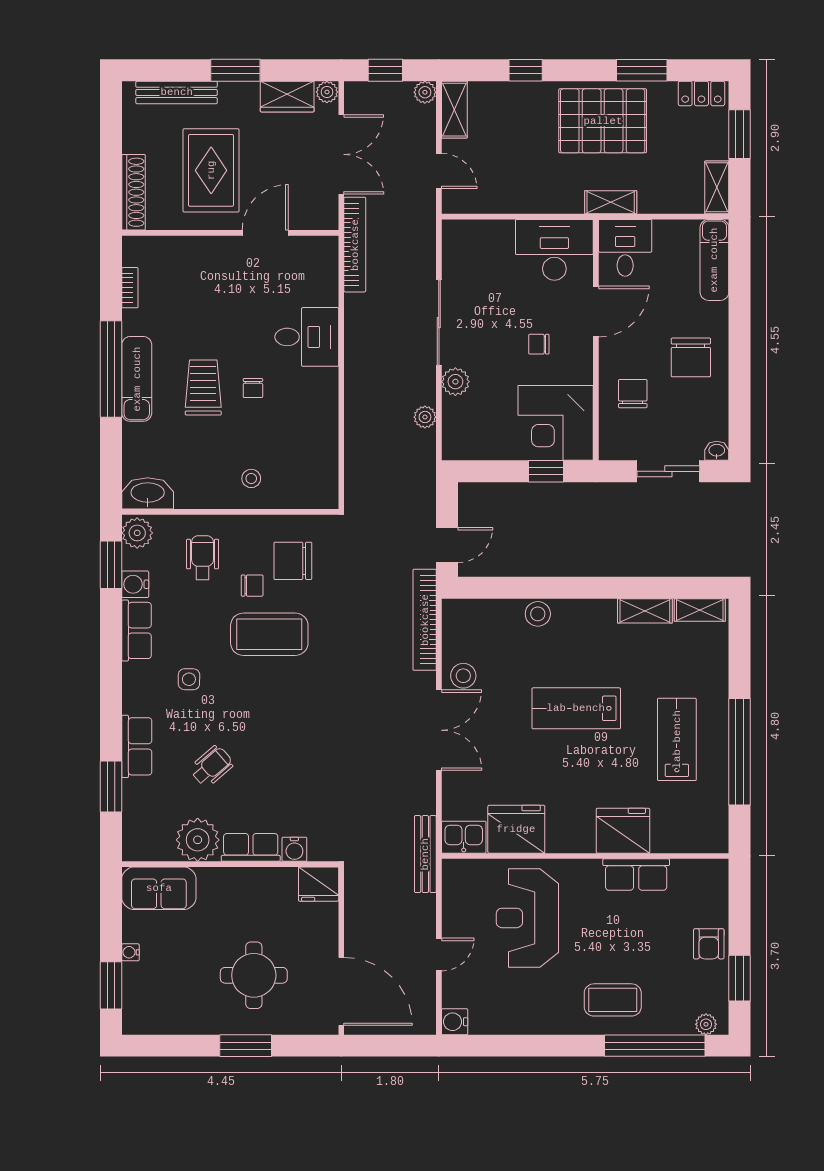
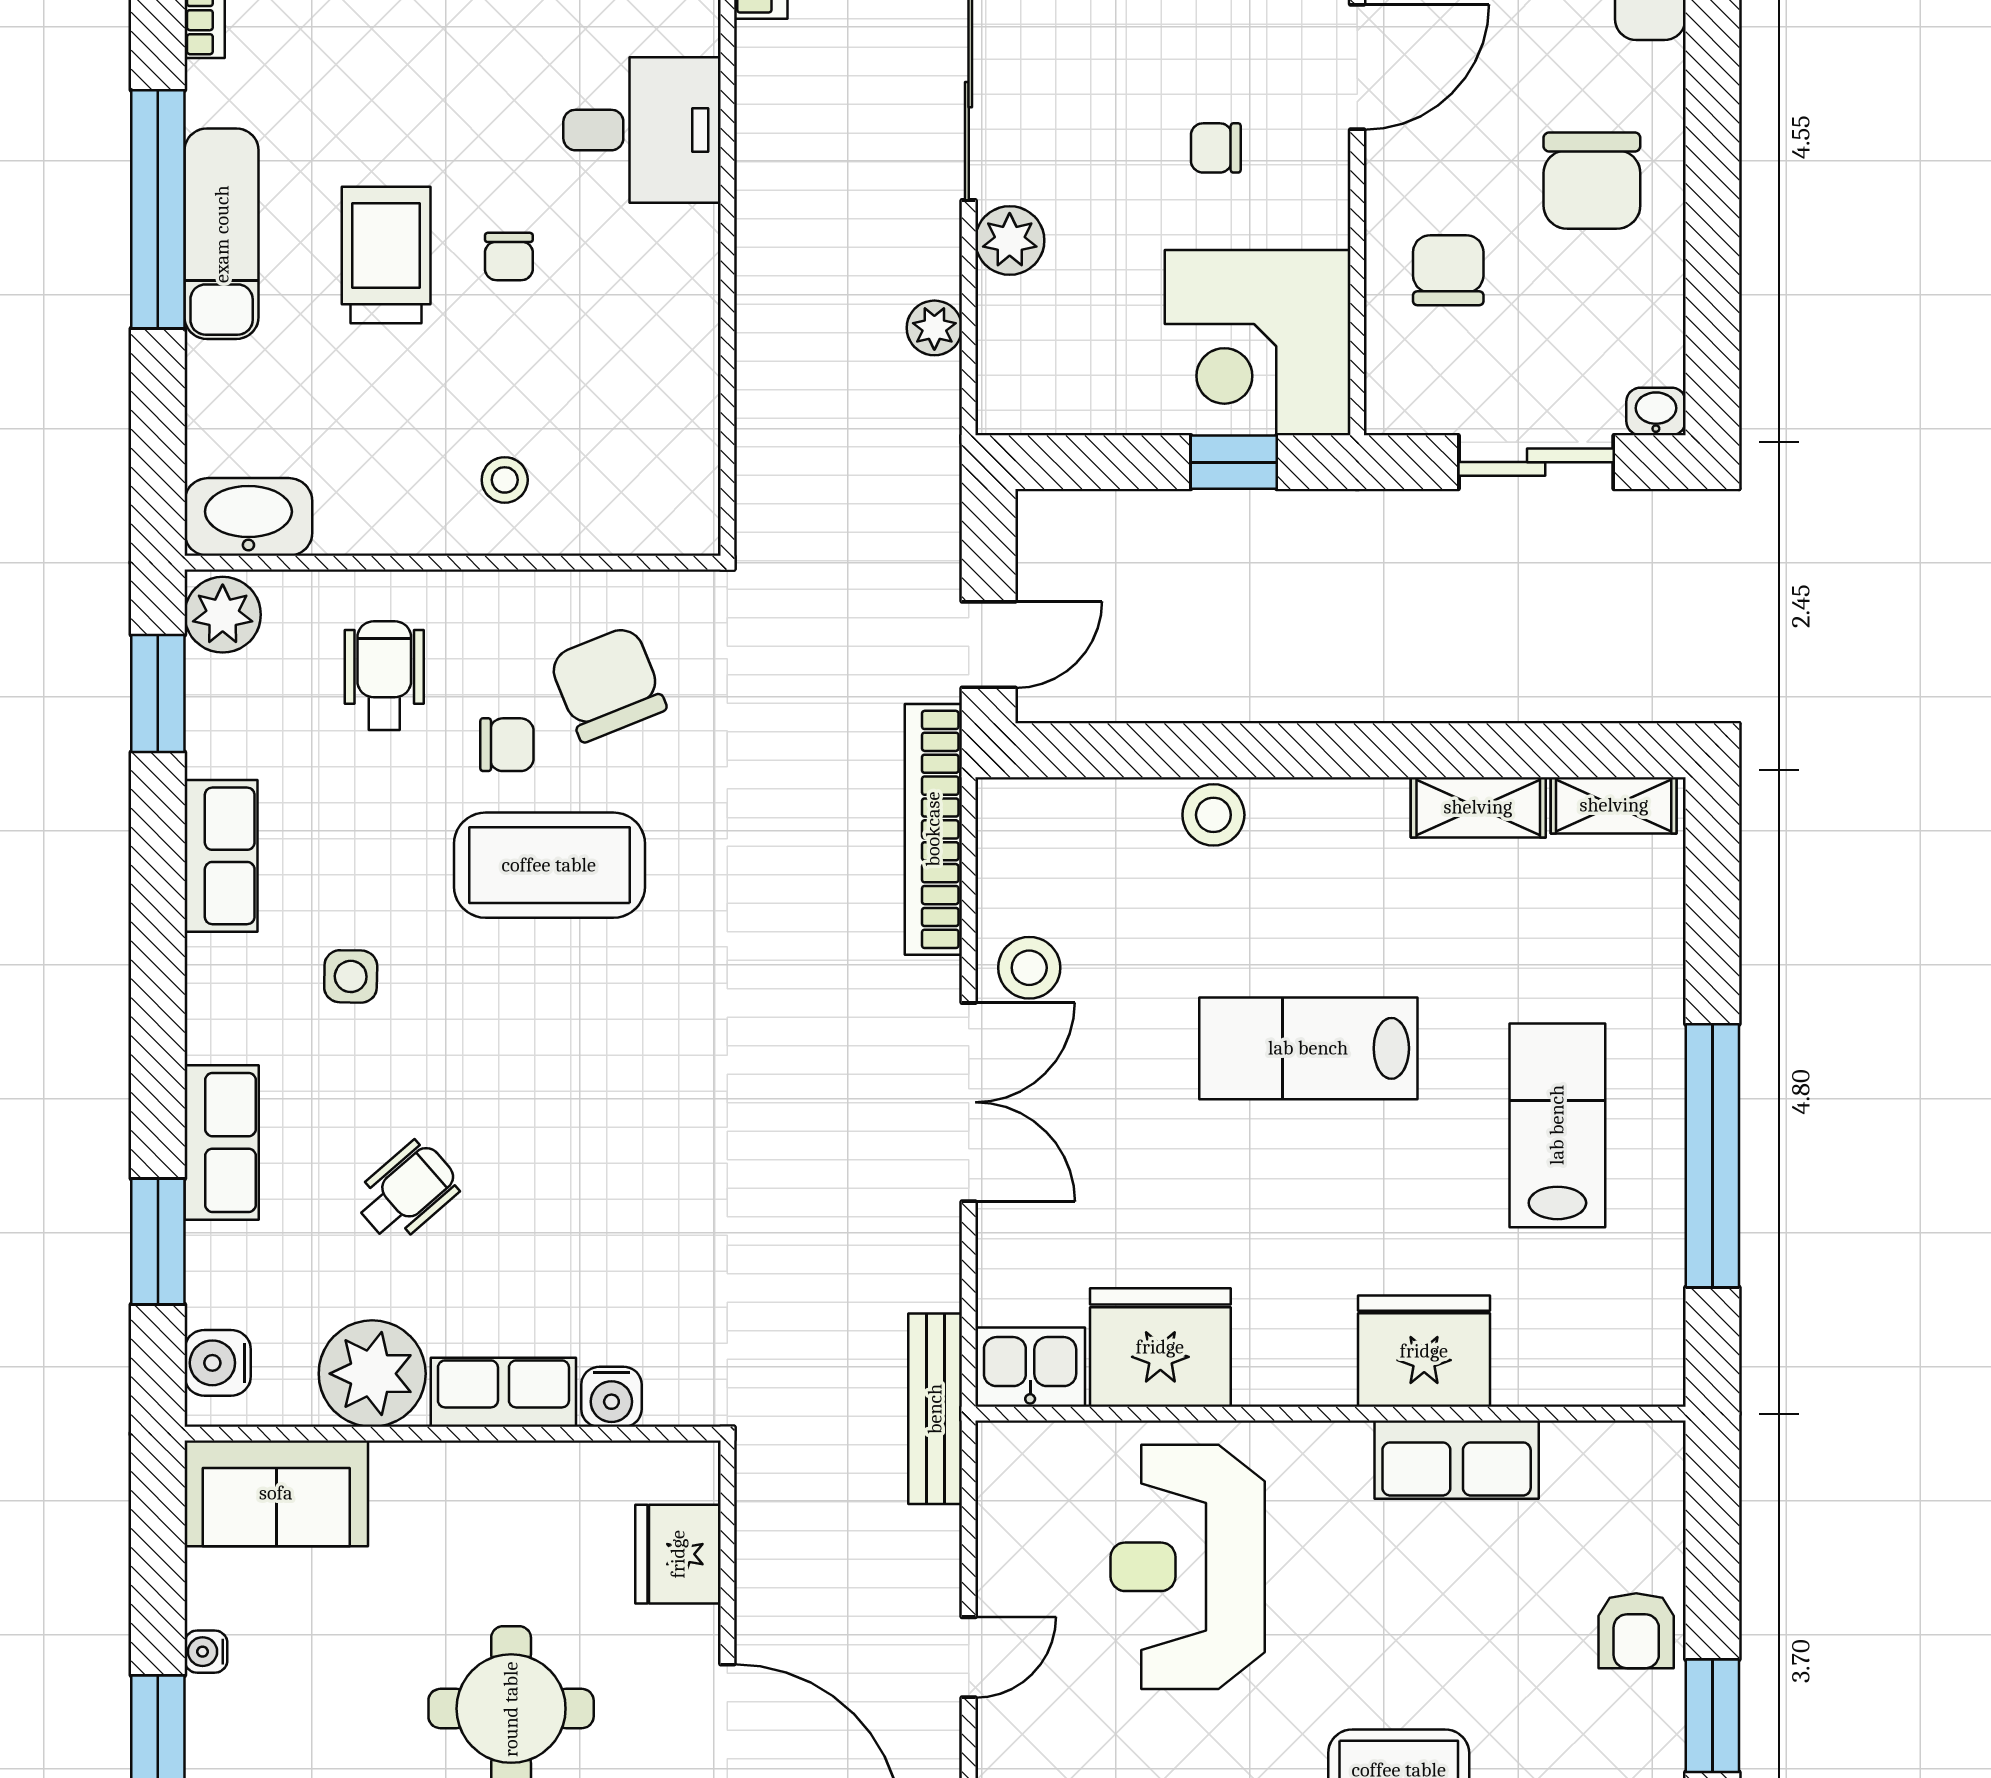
chair: (293, 561) -> (608, 684), turned 68
water cooler: (135, 584) -> (218, 1363), moved
fridge: (319, 884) -> (678, 1554), moved, turned 90

